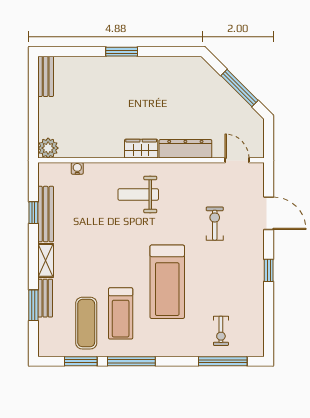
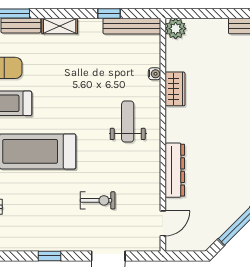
wardrobe: (141, 149) -> (175, 89), moved
water cooler: (77, 168) -> (155, 74), moved
bench: (46, 214) -> (132, 26), moved

